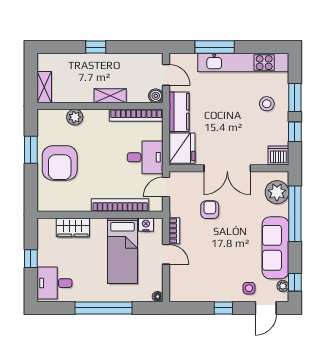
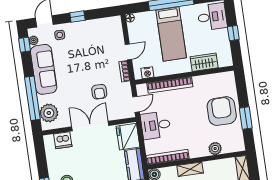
window: (295, 132) -> (42, 162), removed
dishwasher: (278, 155) -> (63, 140), moved
bed: (123, 251) -> (171, 34), moved, turned 180
door: (166, 254) -> (128, 52), swing flipped

